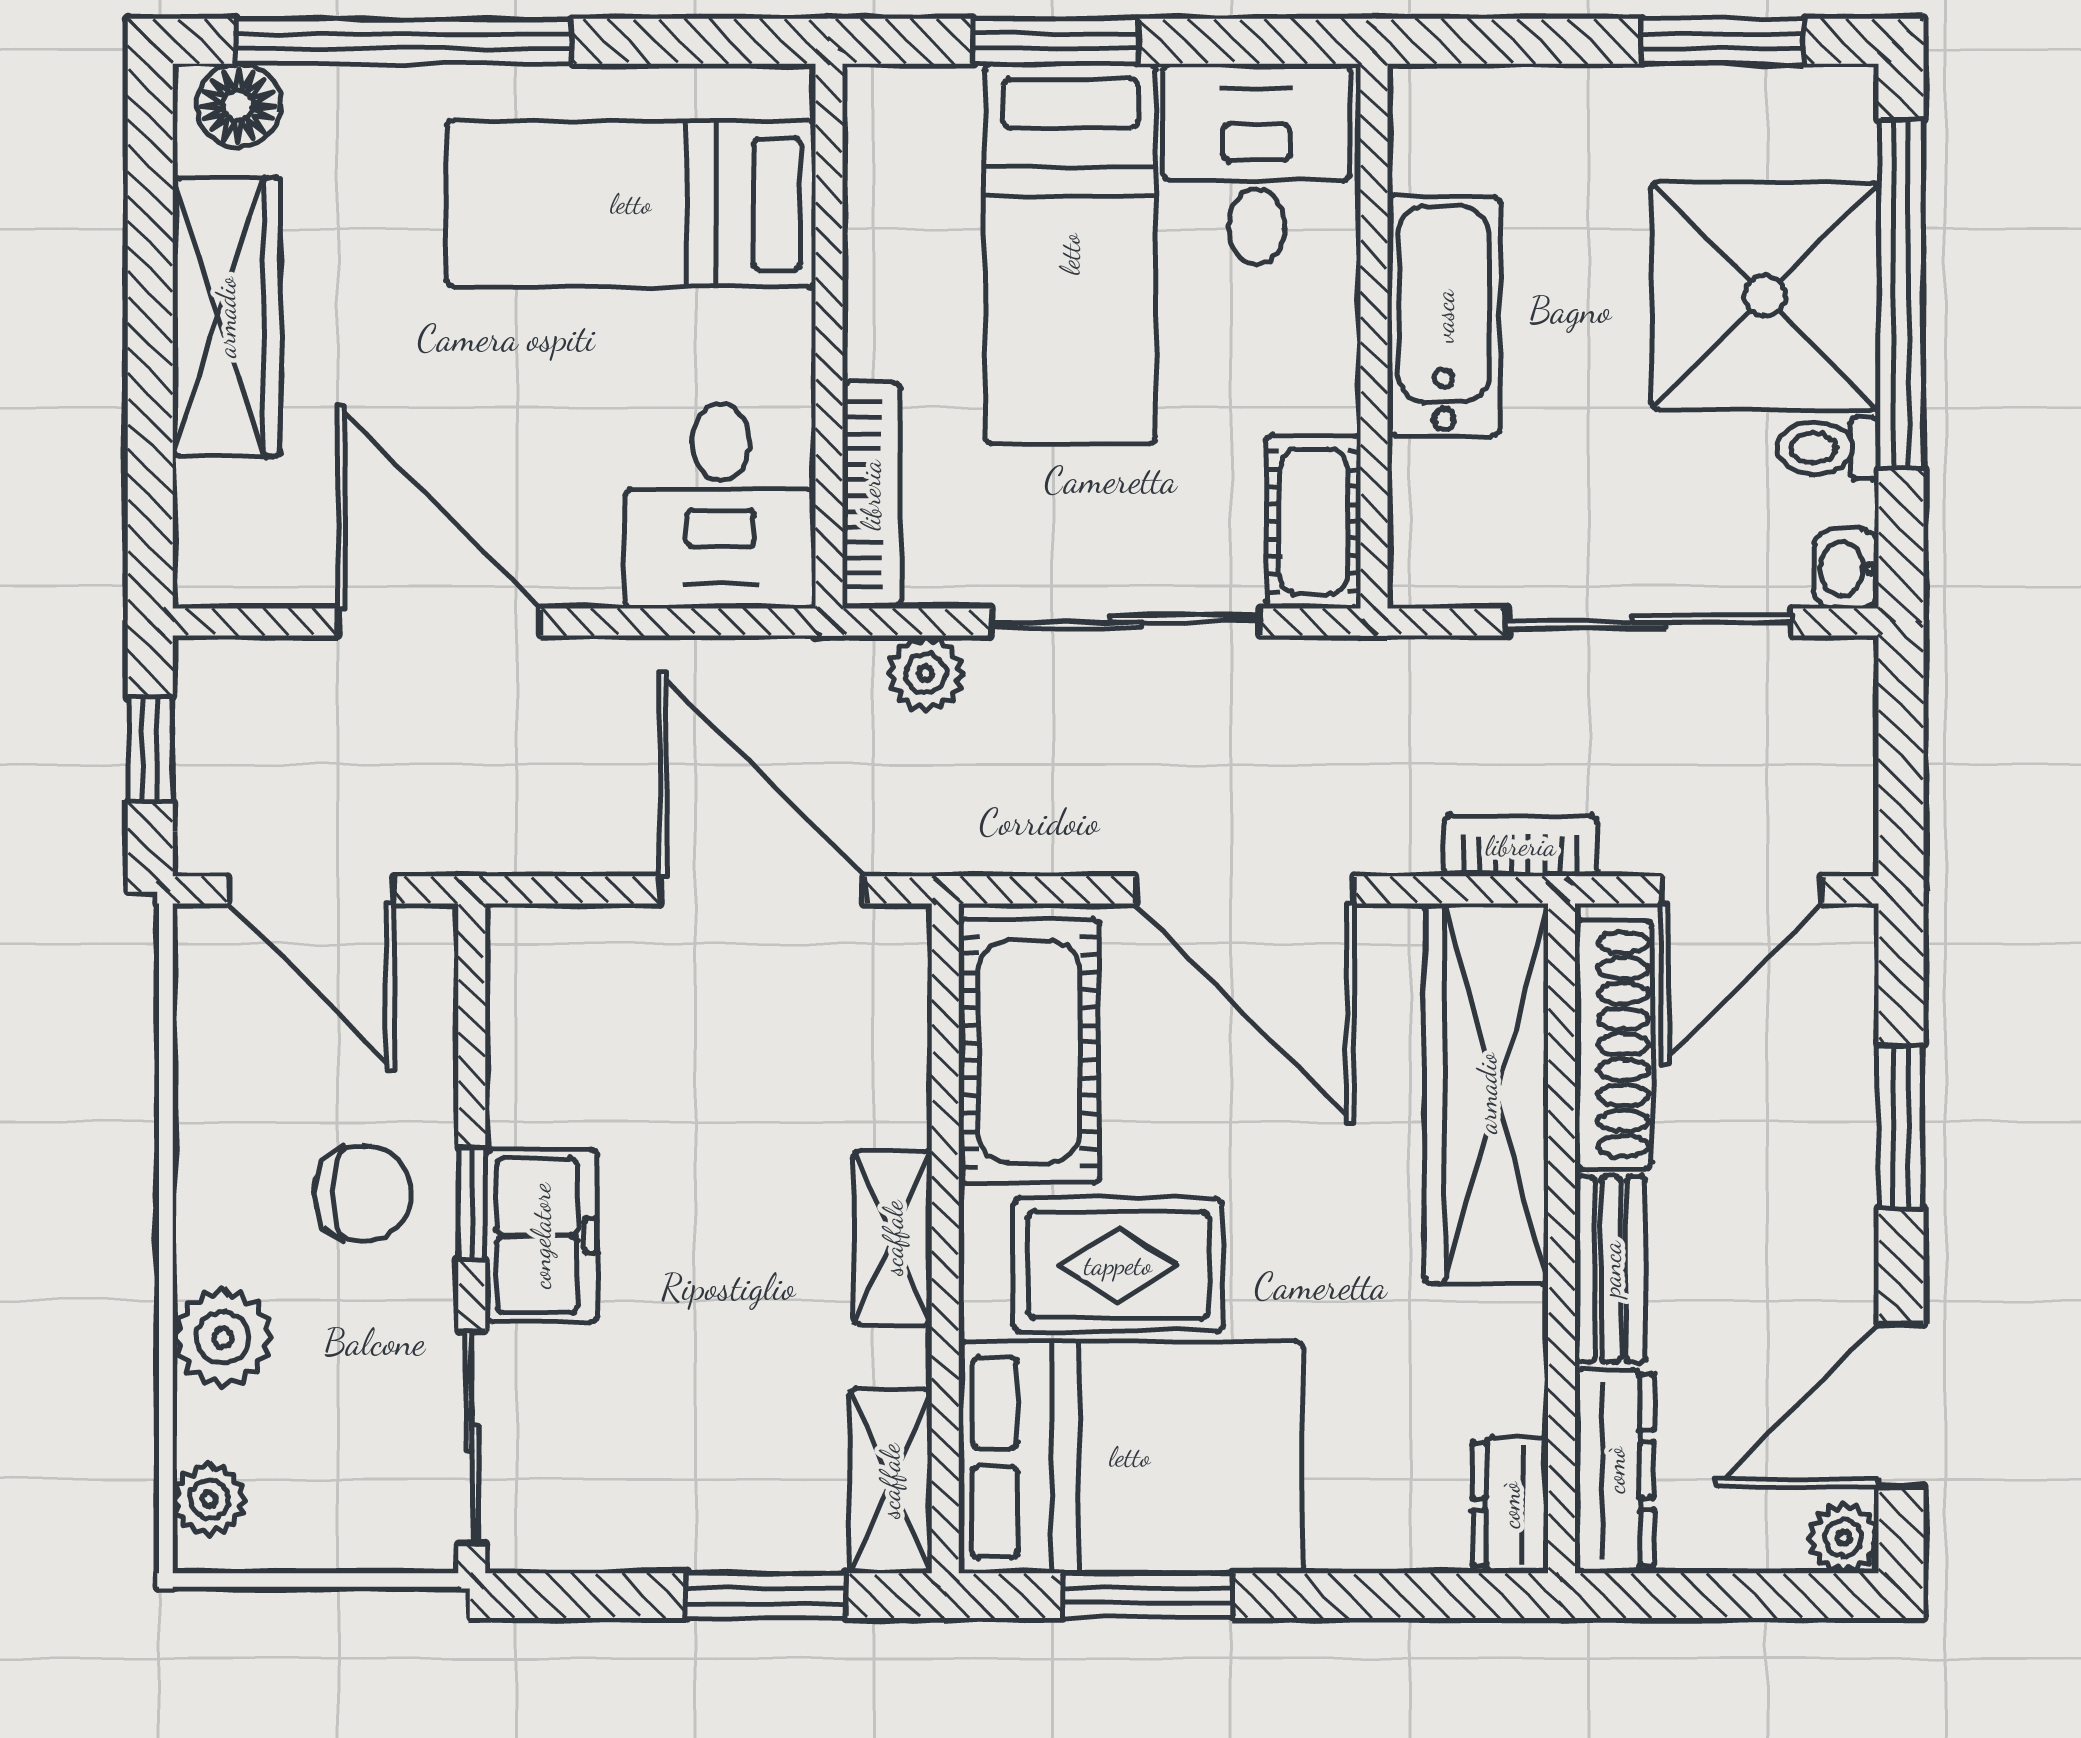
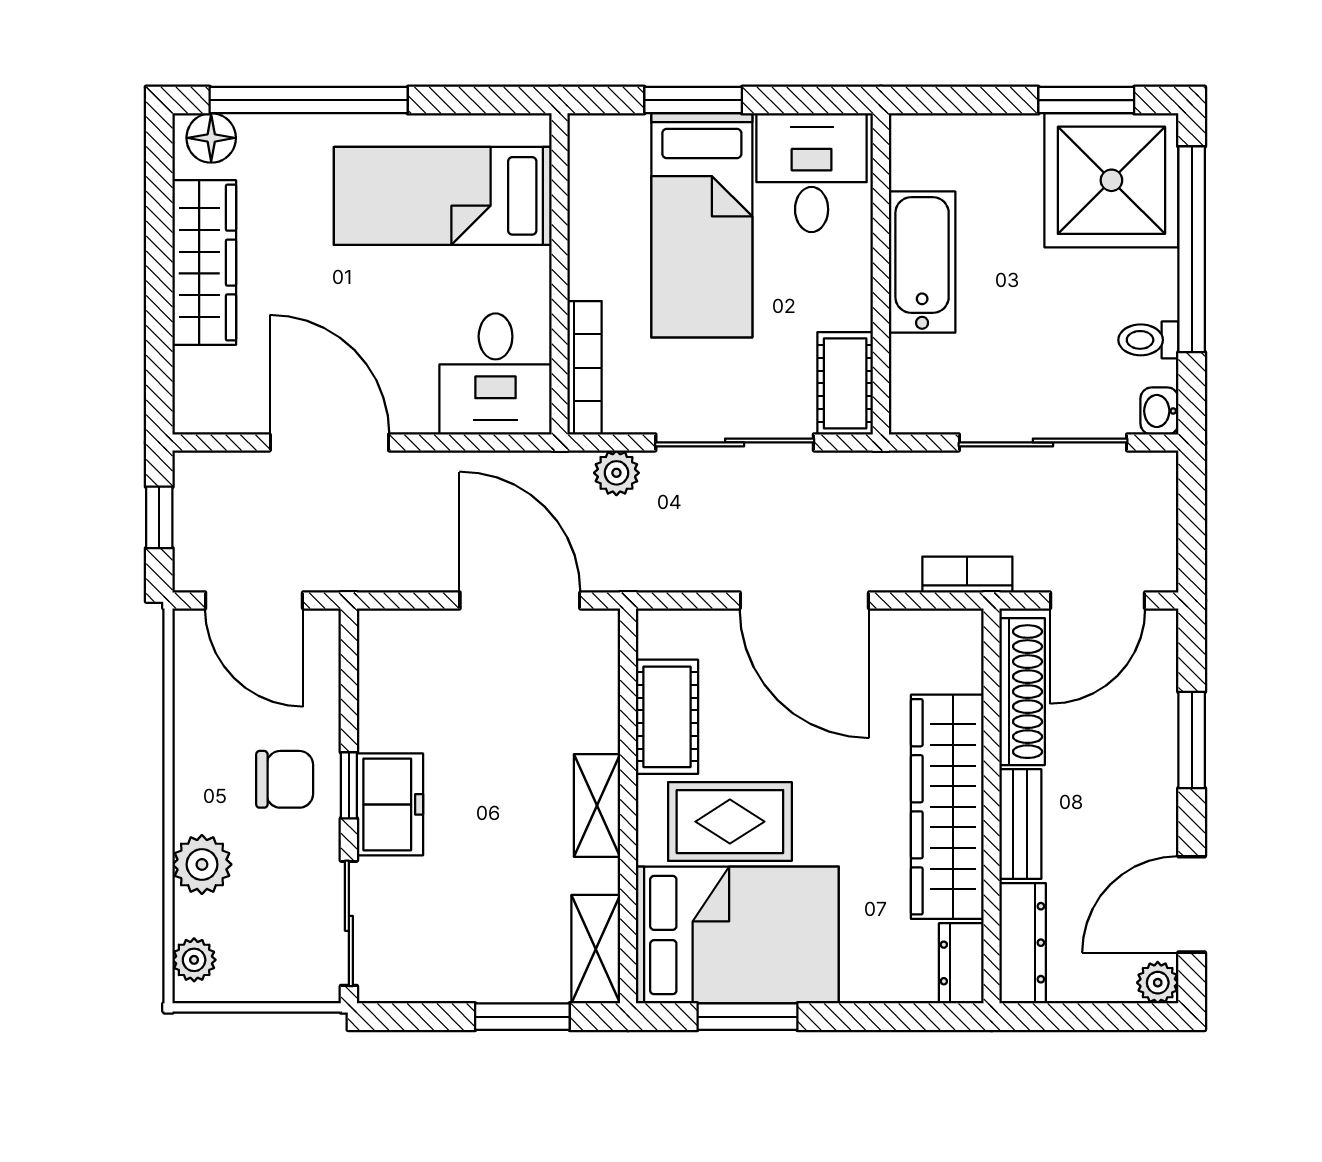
shower: (1765, 296) -> (1111, 180), moved
cot: (1029, 1051) -> (667, 717), width x0.73, depth x0.75
wardrobe: (1487, 1093) -> (947, 807), moved

